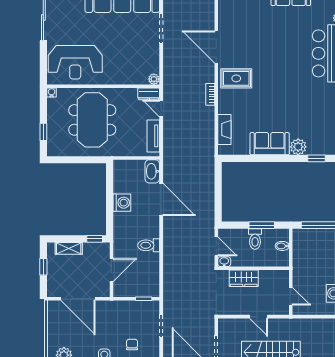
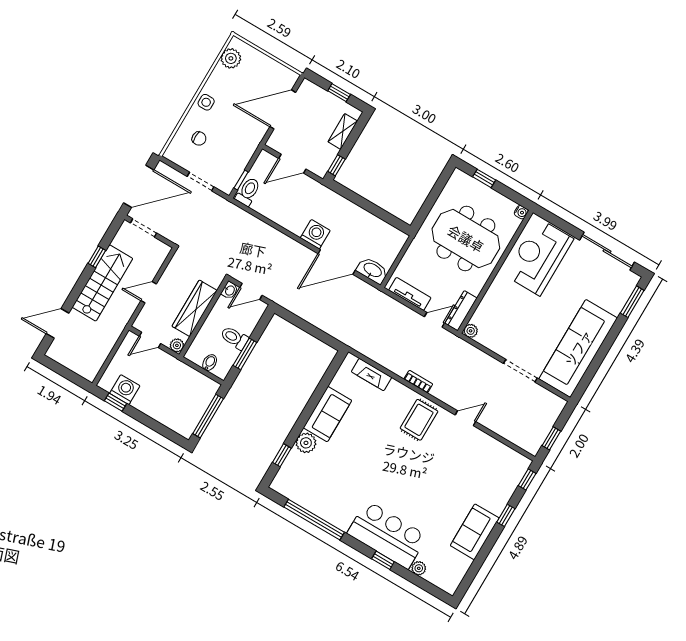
door: (216, 47) -> (465, 418), width x0.53
dresser: (149, 94) -> (461, 311), width x1.44
washing machine: (122, 203) -> (315, 234), moved, turned 180
toilet: (149, 245) -> (248, 192), moved
door: (111, 270) -> (292, 164), hinge flipped
plant: (284, 275) -> (177, 345), added
wardrobe: (244, 278) -> (195, 308), width x1.50

